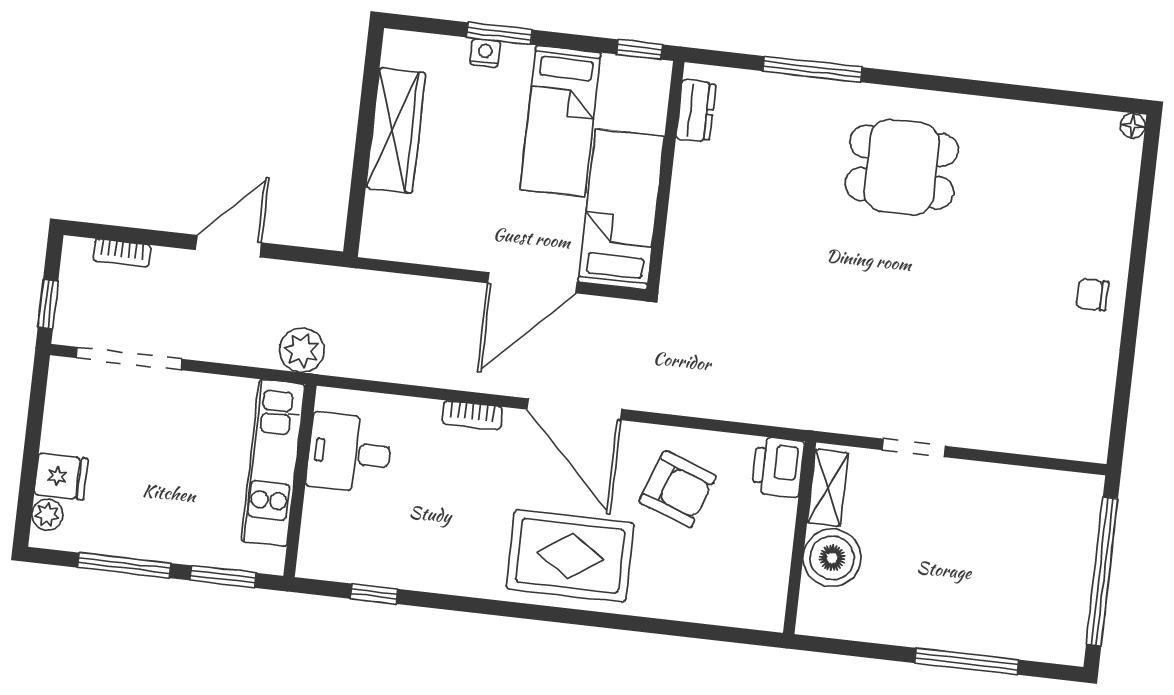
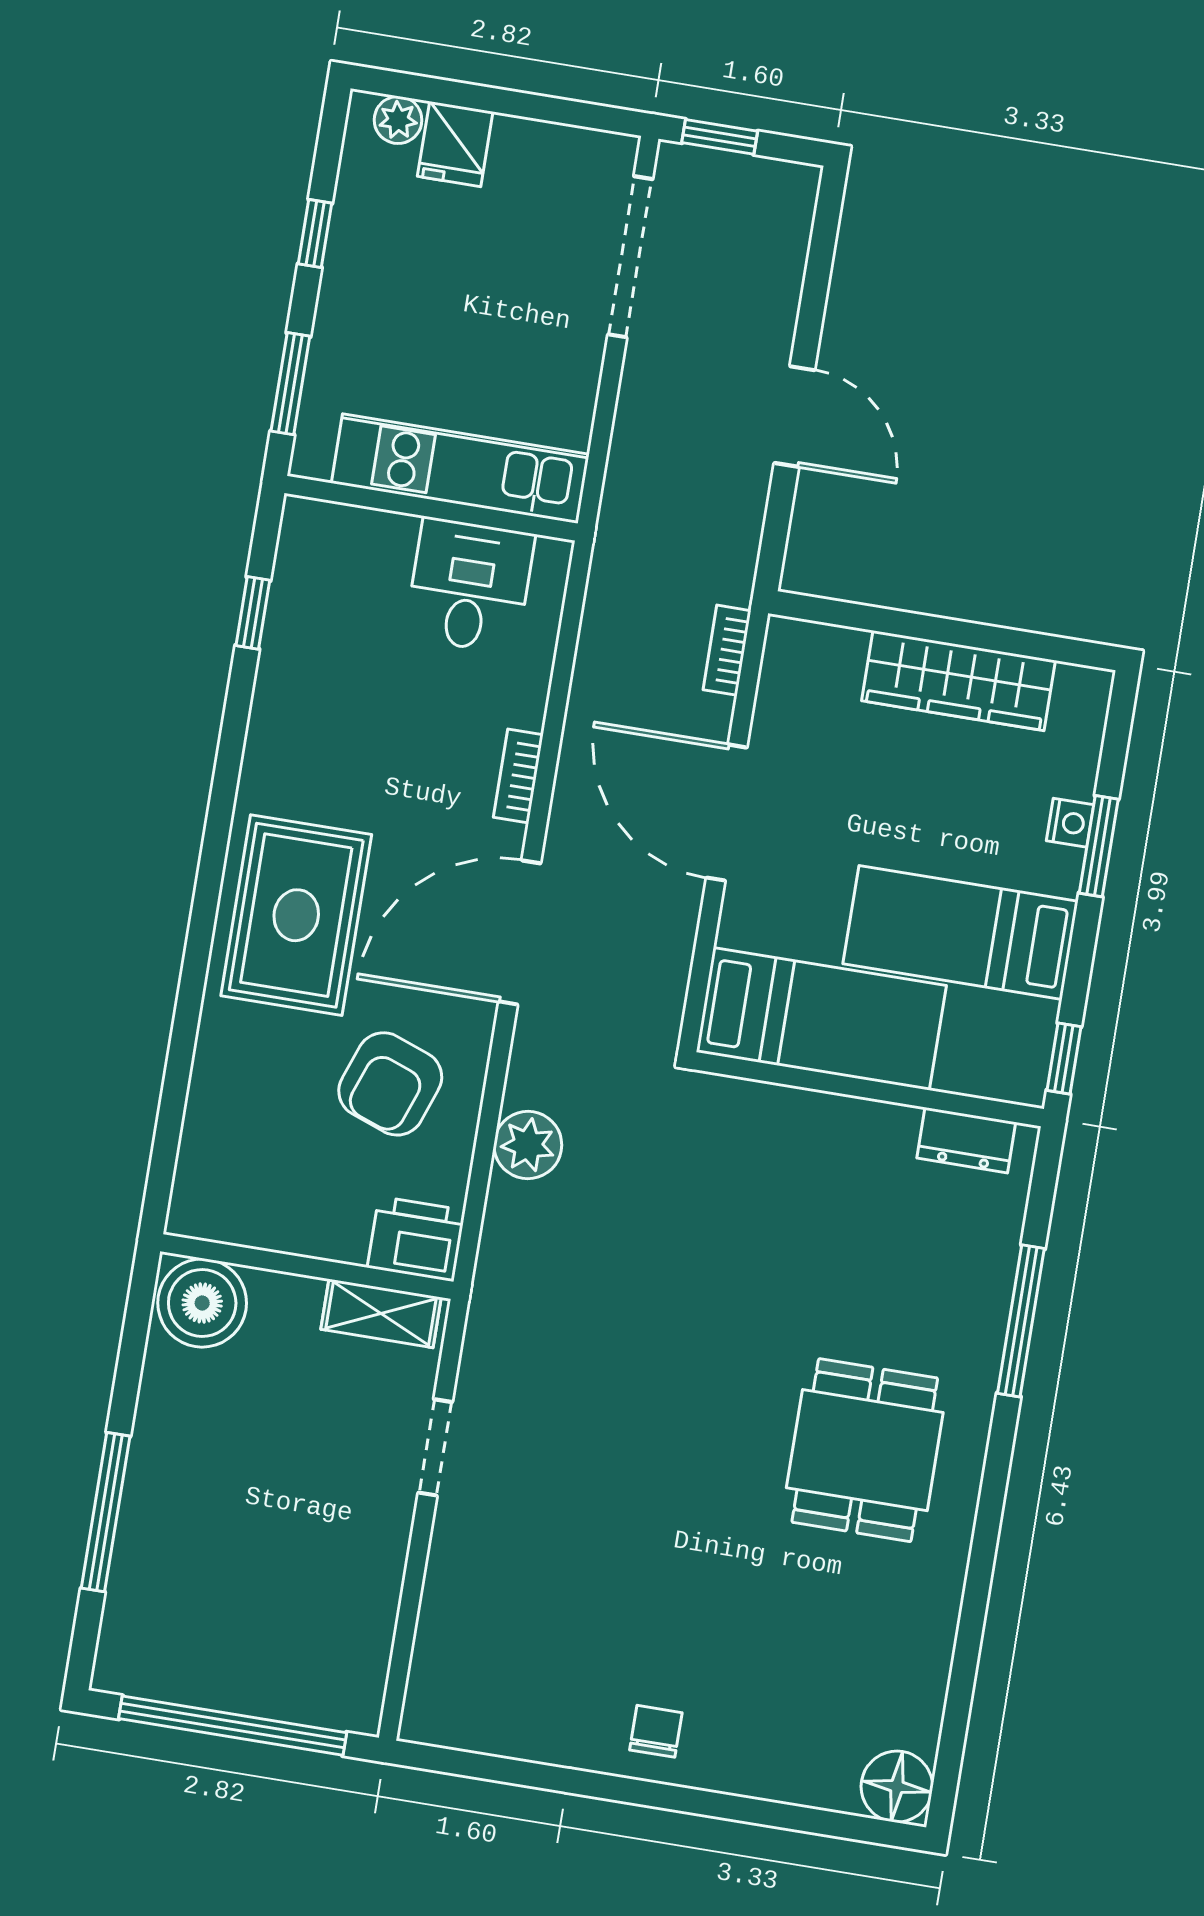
floor lamp: (1133, 126) -> (897, 1787), width x1.89, depth x1.89
bookcase: (122, 253) -> (727, 650), moved
door: (533, 283) -> (727, 813), moved
plant: (302, 350) -> (528, 1145), moved
boiler: (832, 558) -> (202, 1303), moved
window: (124, 565) -> (315, 234), width x0.46

